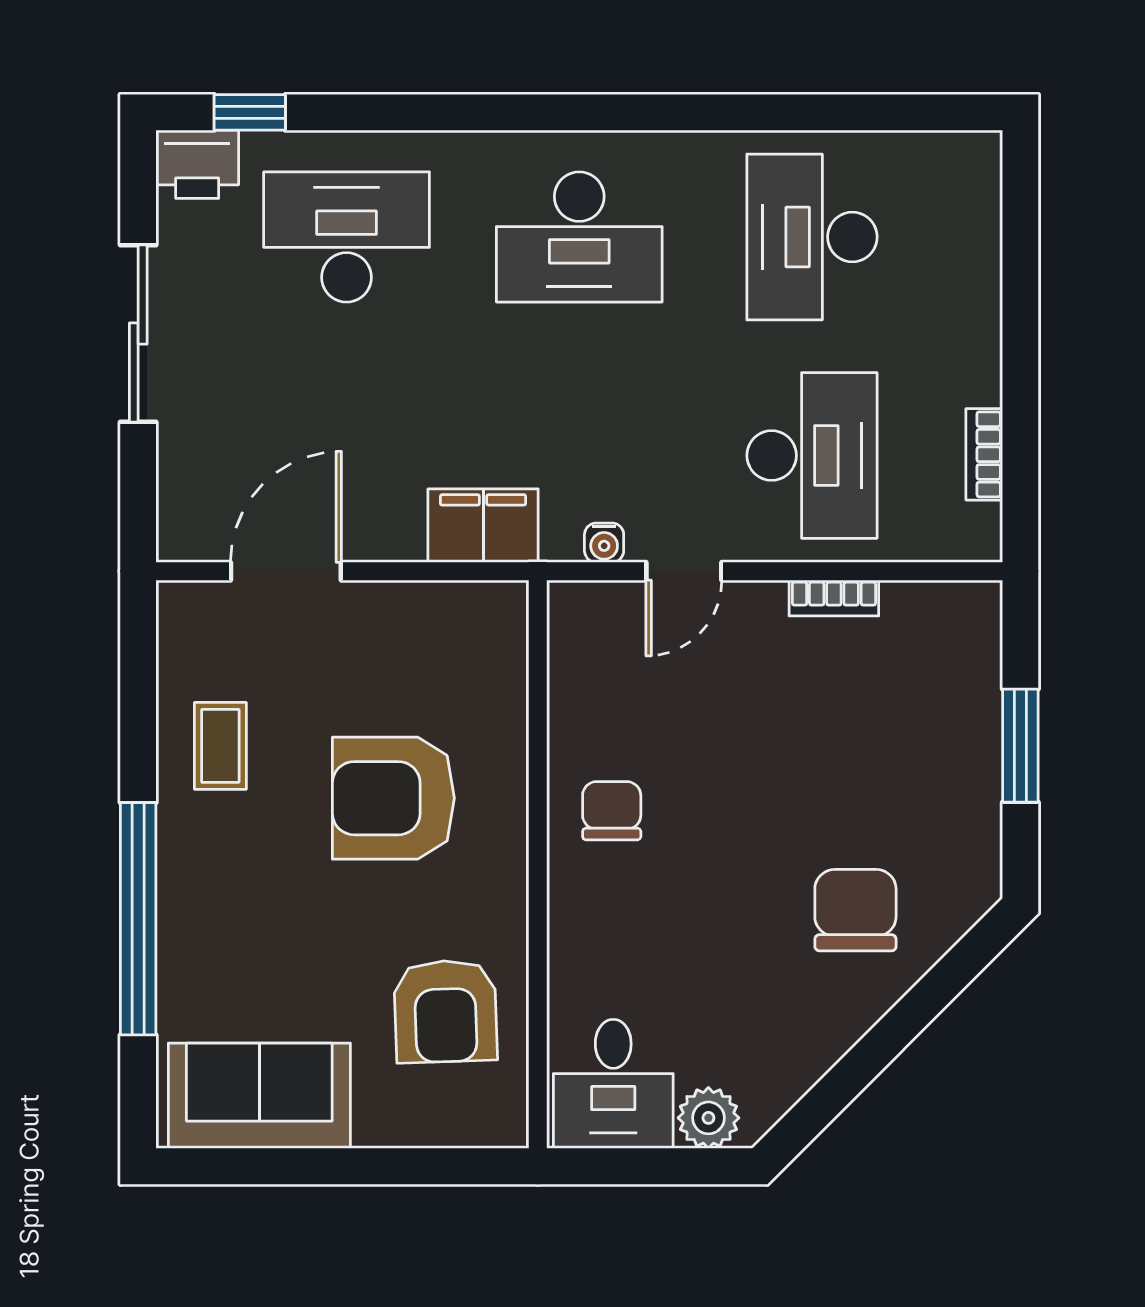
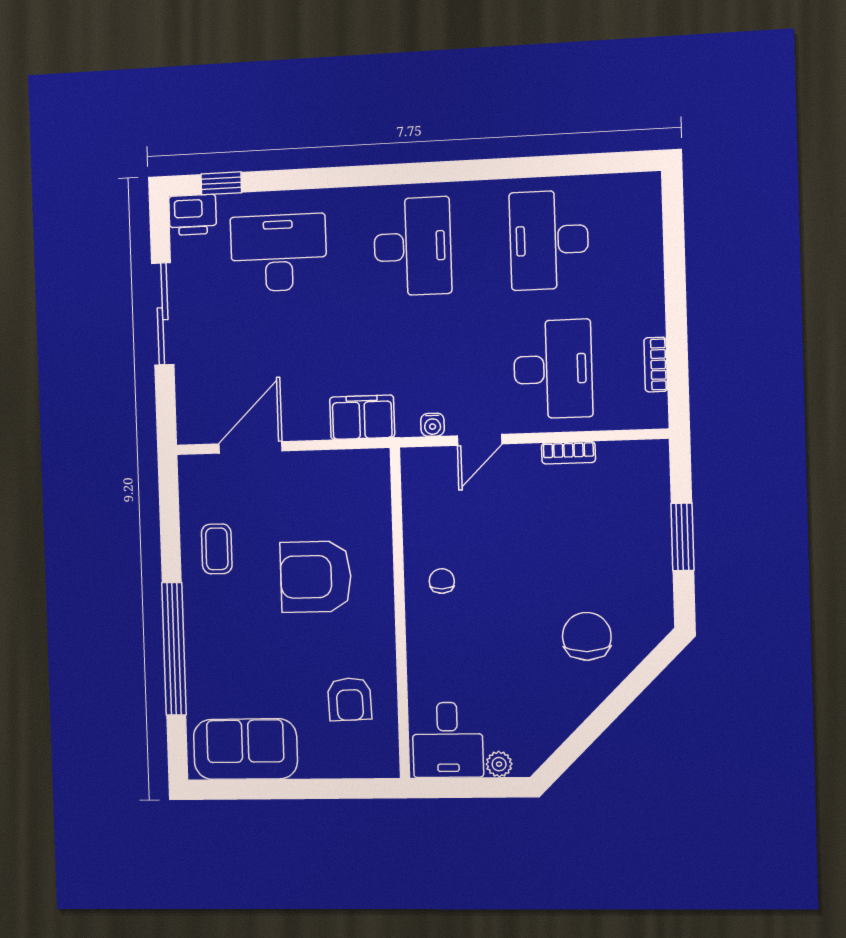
desk: (579, 237) -> (412, 246), turned -90
chair: (612, 811) -> (442, 581), width x0.73, depth x0.73
armchair: (446, 1011) -> (350, 699), width x0.72, depth x0.72
plant: (708, 1118) -> (499, 764), width x0.73, depth x0.73

